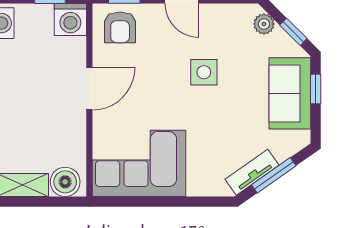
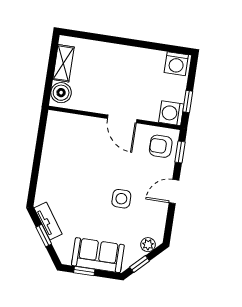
window: (316, 89) -> (84, 271), moved
corner sofa: (139, 163) -> (66, 145), removed
window: (274, 175) -> (44, 236), width x0.67

